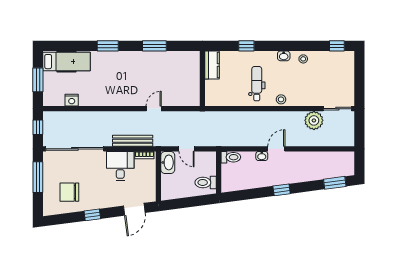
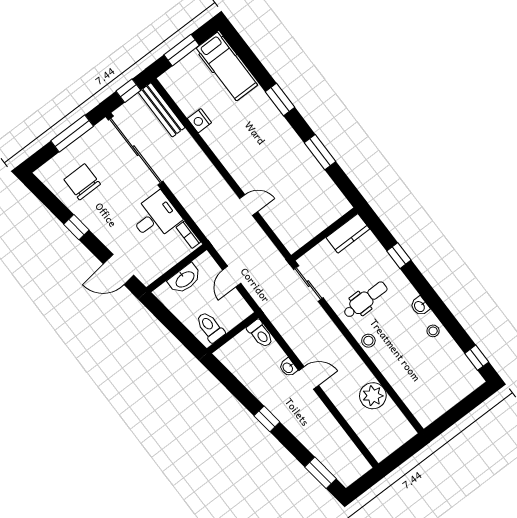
nightstand: (72, 100) -> (199, 121), moved
sliding door: (337, 109) -> (308, 284), moved
bench: (133, 141) -> (162, 110), moved
washbasin: (168, 162) -> (185, 279), moved

